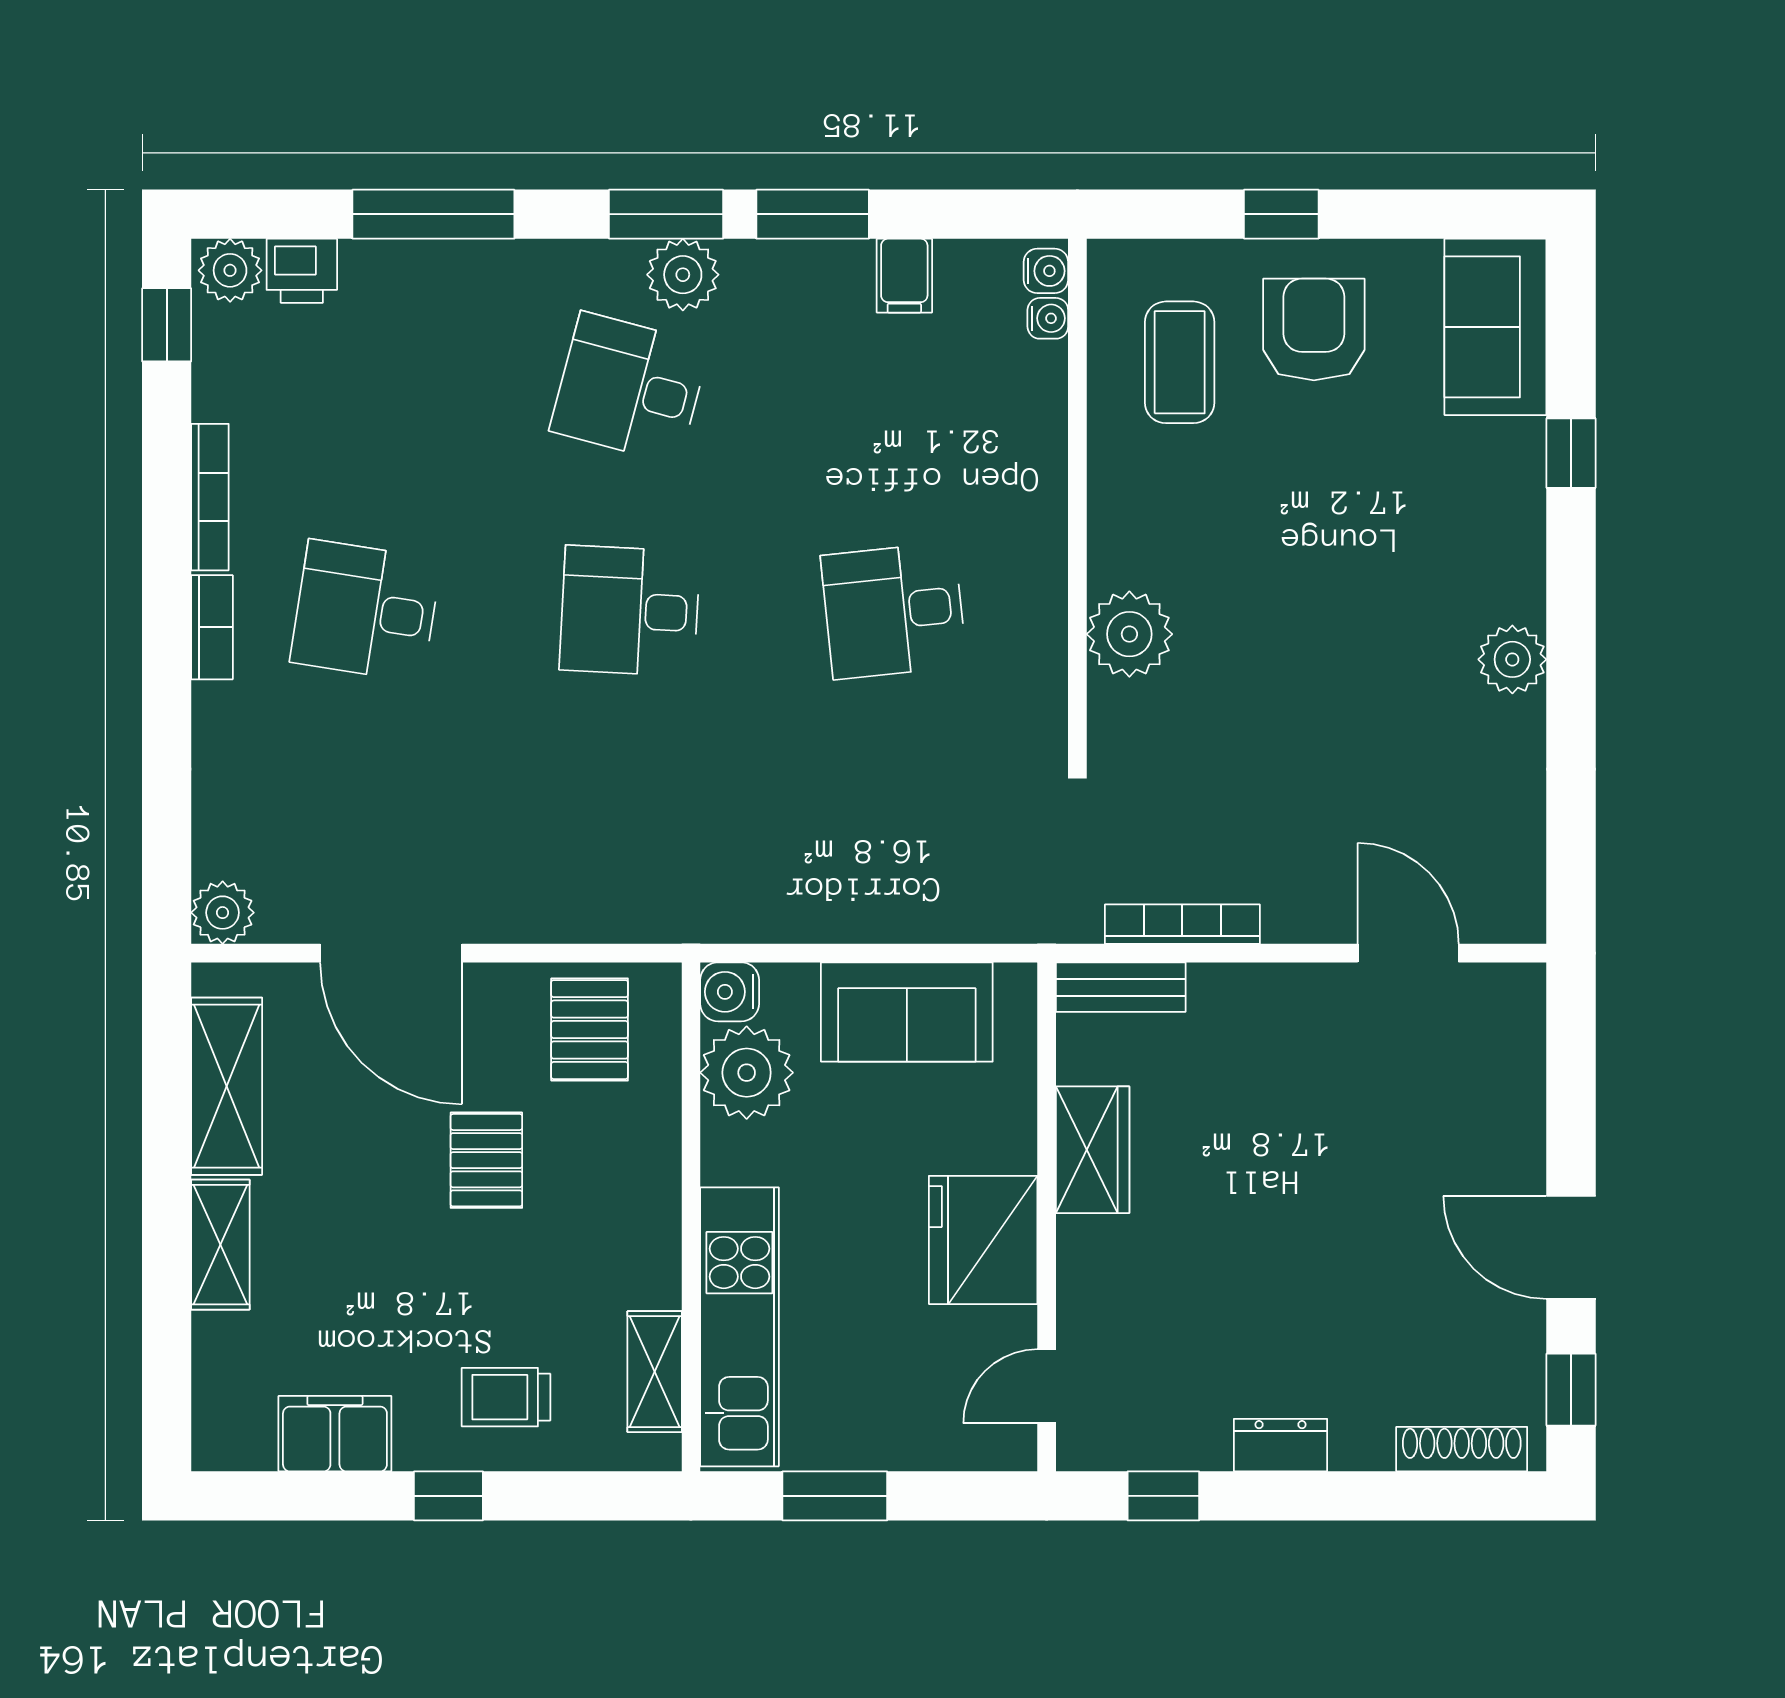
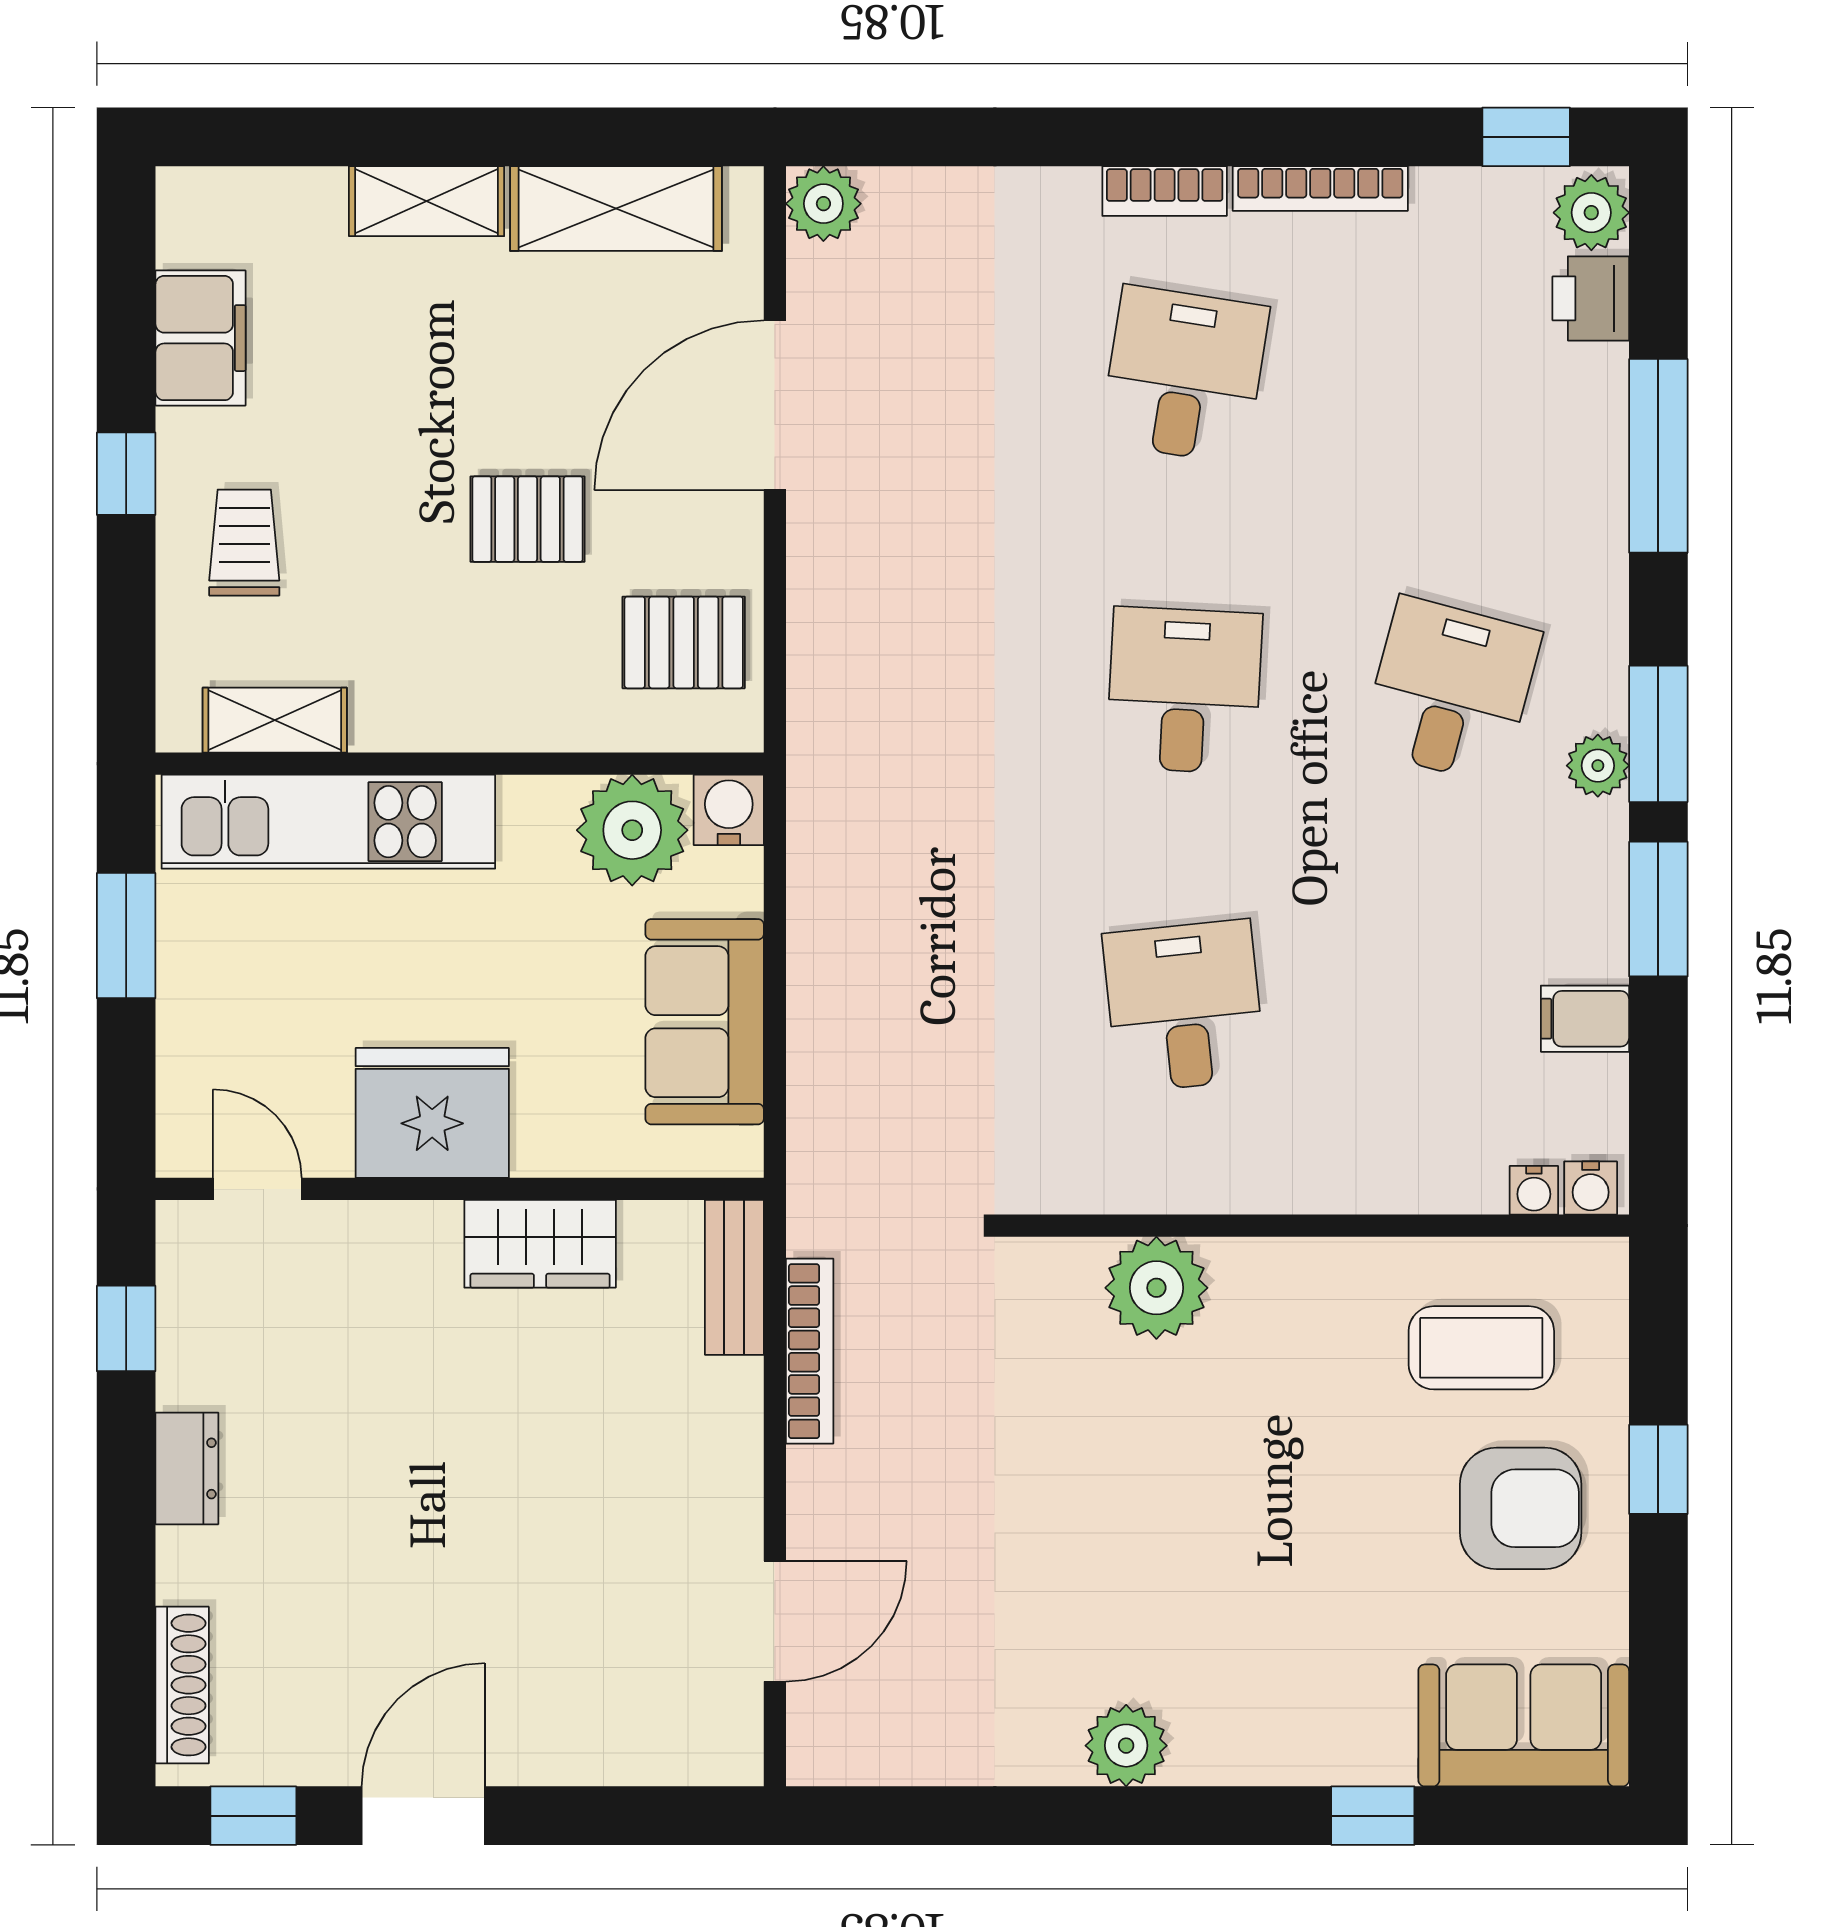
plant: (683, 275) -> (1598, 766), width x0.73, depth x0.73

